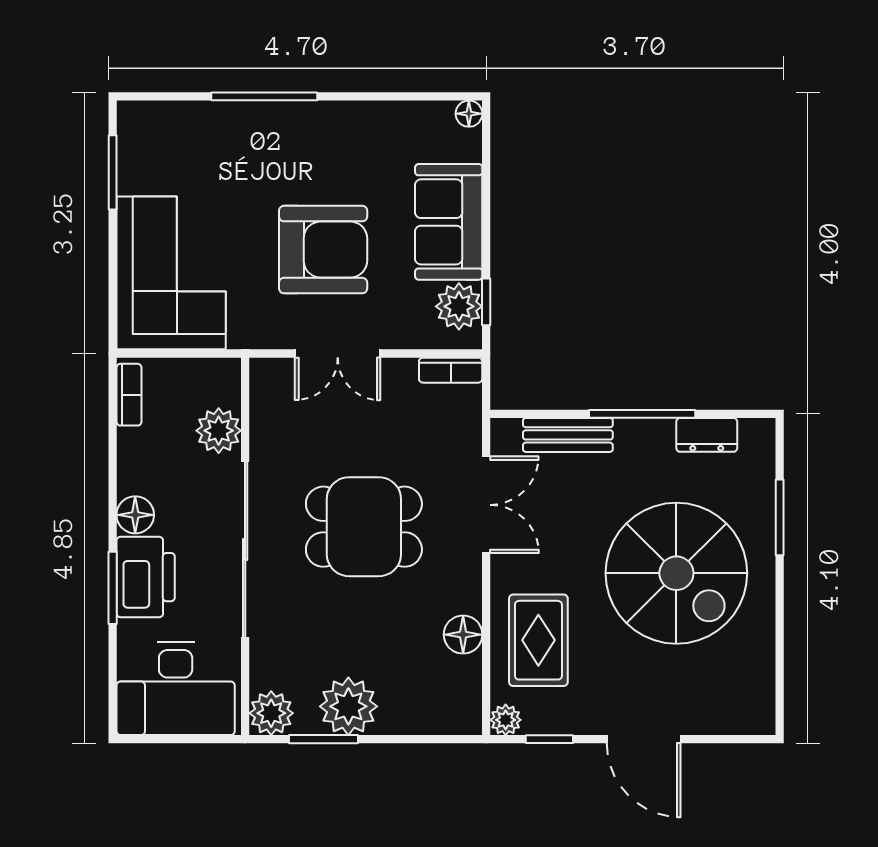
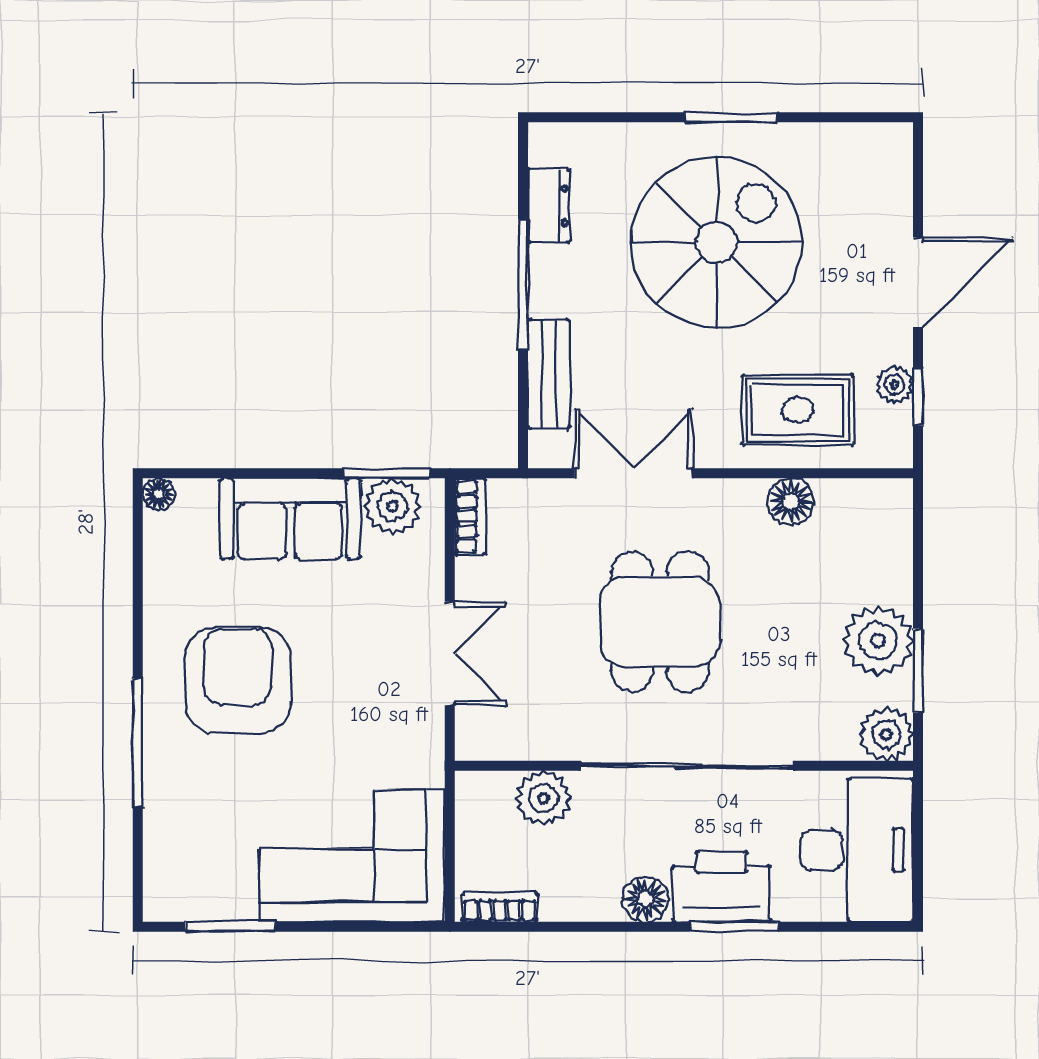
armchair: (323, 250) -> (238, 680), moved
window: (486, 302) -> (387, 473), width x1.50
window: (780, 517) -> (731, 117), moved
plant: (506, 720) -> (894, 384), moved

